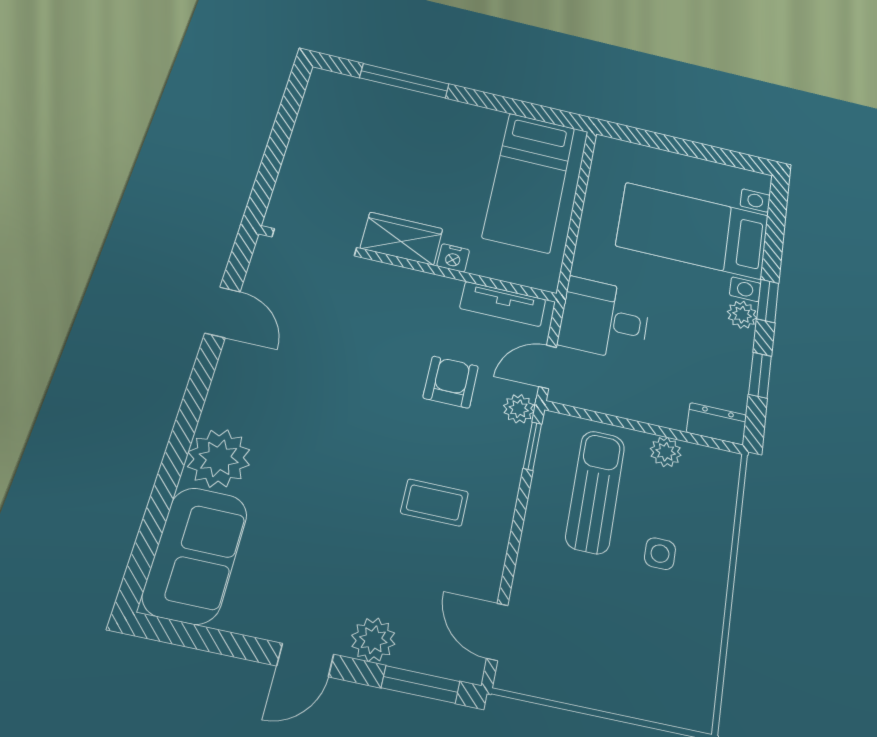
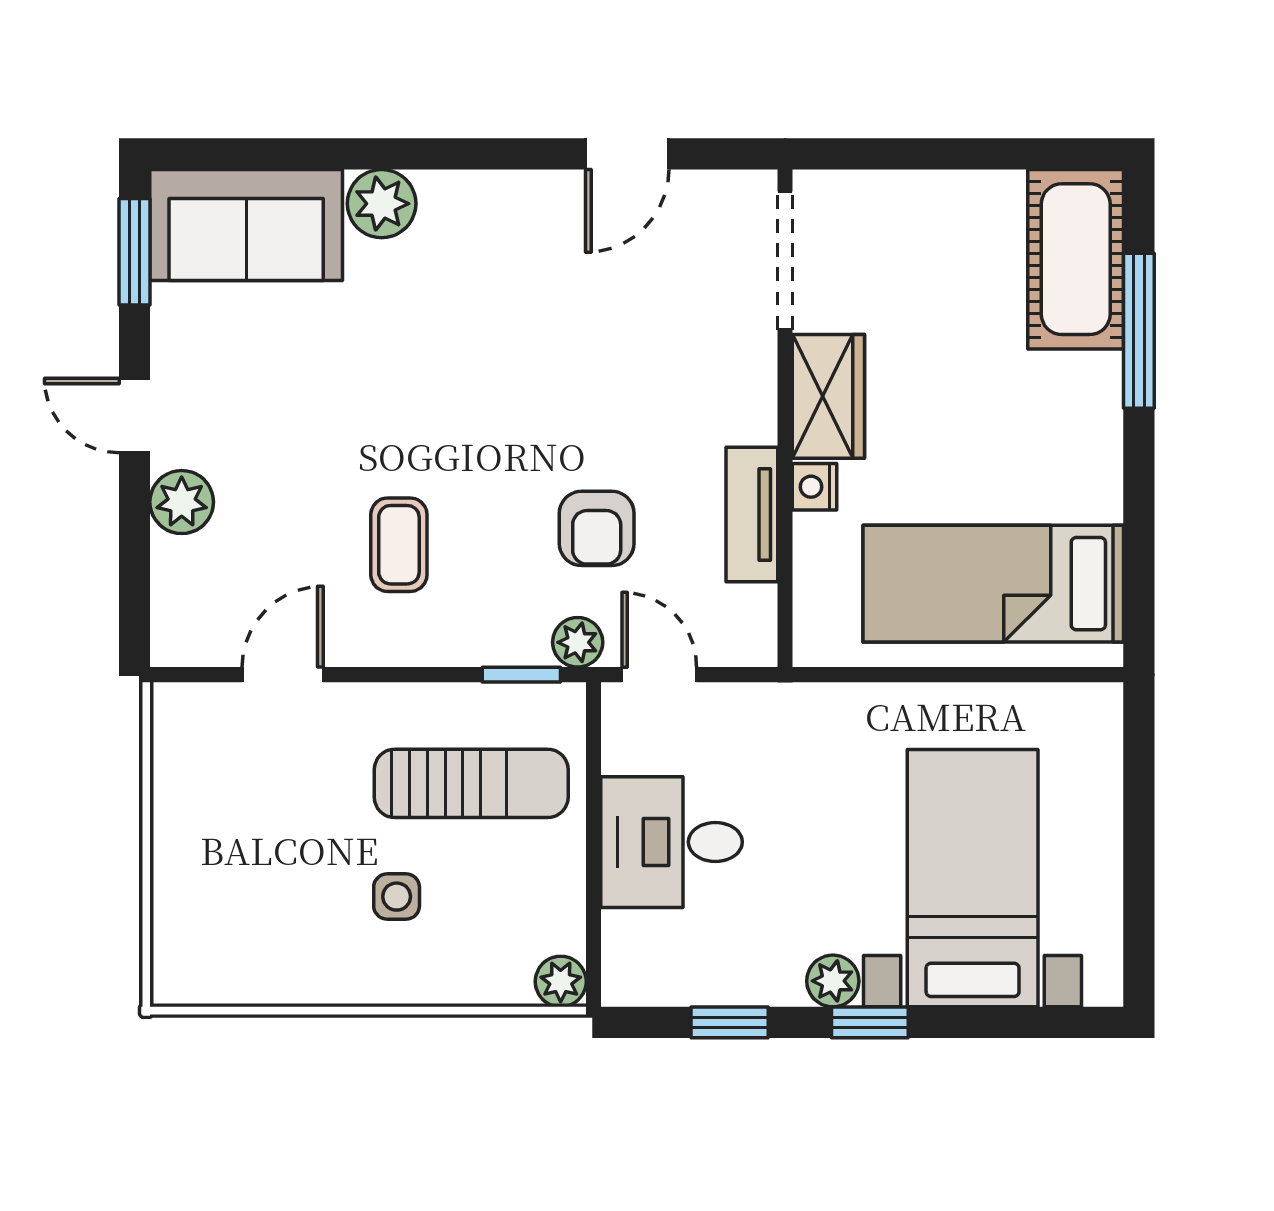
cot: (356, 100) -> (1076, 259), added
tv unit: (503, 304) -> (752, 515), moved
desk: (605, 319) -> (672, 842), moved, turned -90
armchair: (451, 382) -> (597, 528), turned 90
dresser: (717, 424) -> (627, 960), removed
plant: (666, 452) -> (561, 982), moved
plant: (219, 458) -> (382, 204), width x0.73, depth x0.73
door: (497, 632) -> (283, 675), moved
window: (421, 685) -> (135, 252), moved

